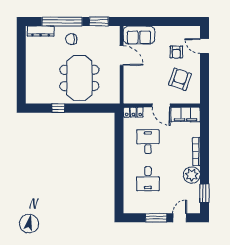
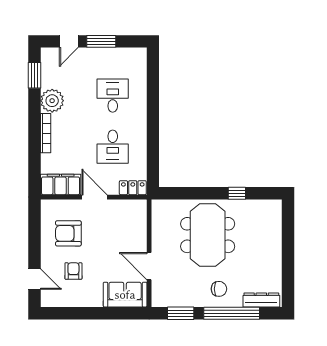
armchair: (180, 79) -> (68, 233), turned 71

